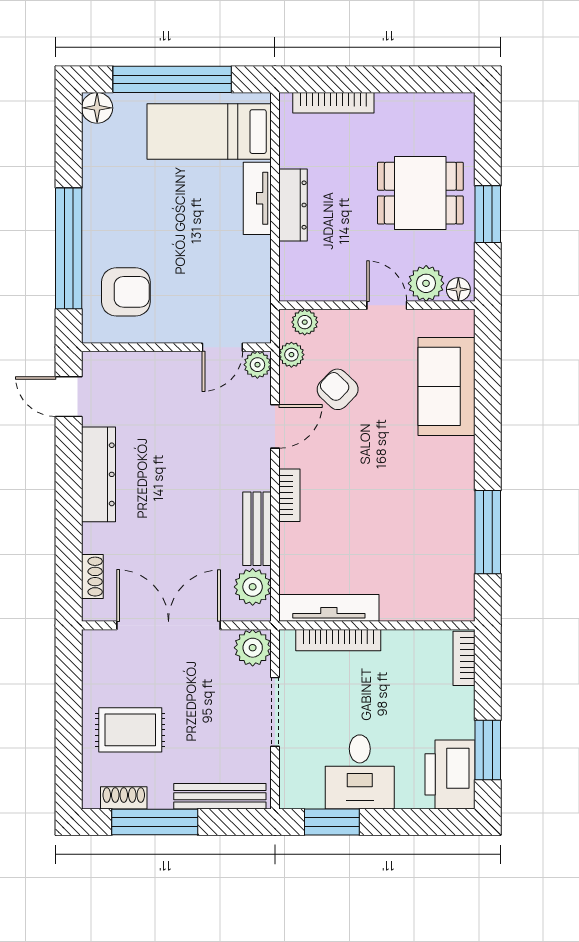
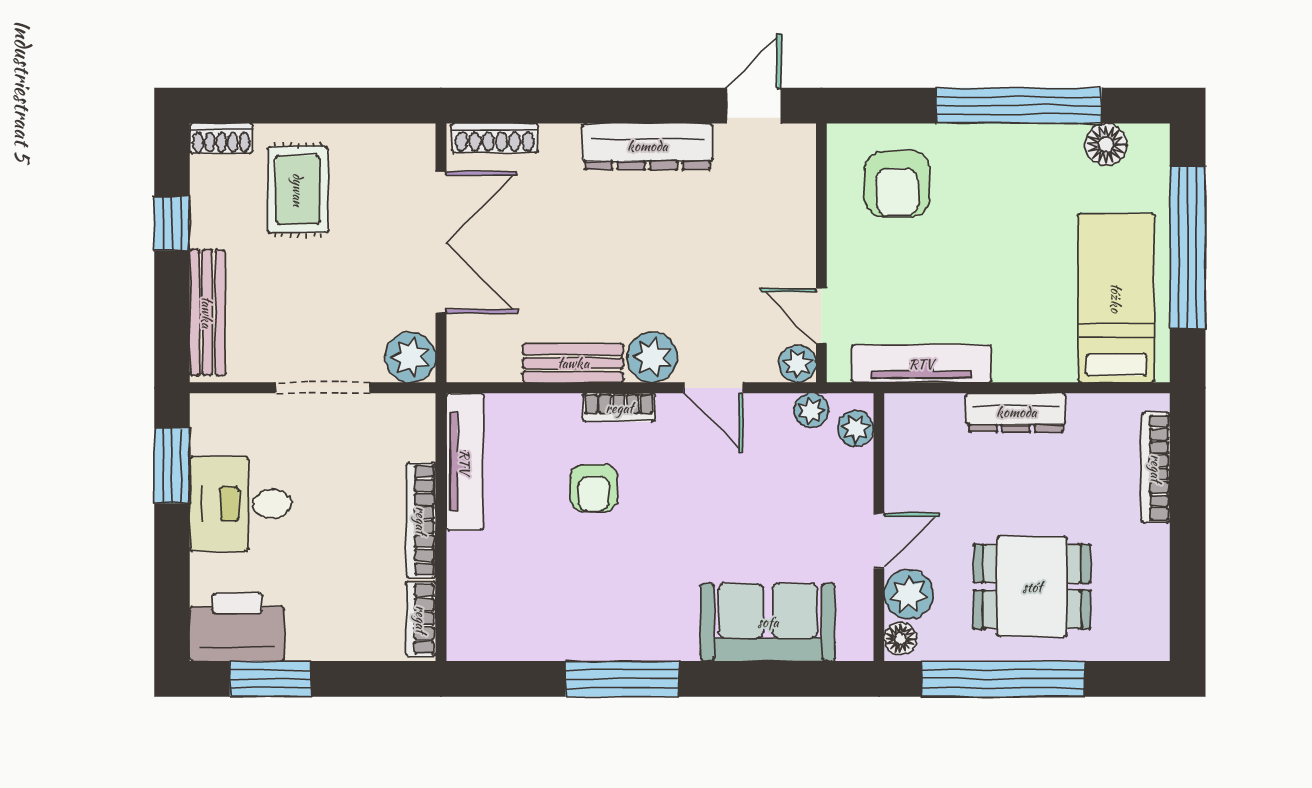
floor lamp: (97, 108) -> (1106, 145), moved
dining table: (420, 193) -> (1032, 587), turned 90
tv unit: (257, 198) -> (921, 364), moved, width x1.41
window: (488, 214) -> (1003, 679), width x2.11
window: (69, 248) -> (1019, 106), moved
armchair: (338, 389) -> (594, 488), moved, turned 136
window: (488, 532) -> (622, 679), moved
shoe rack: (92, 577) -> (495, 138), width x1.43
plant: (253, 587) -> (652, 357), moved
bookcase: (338, 640) -> (421, 520), moved
bookcase: (464, 658) -> (421, 619), moved, turned -90
shoe rack: (124, 798) -> (221, 139), moved, turned 90
window: (155, 822) -> (172, 223), width x0.46

